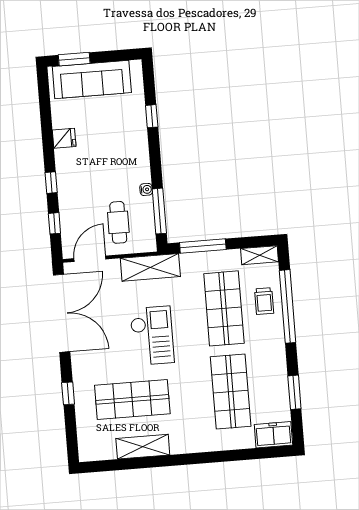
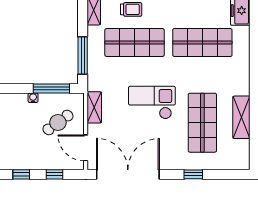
cafe table: (118, 222) -> (58, 123), turned -36
shelving: (150, 267) -> (94, 107), width x0.67, depth x0.75

